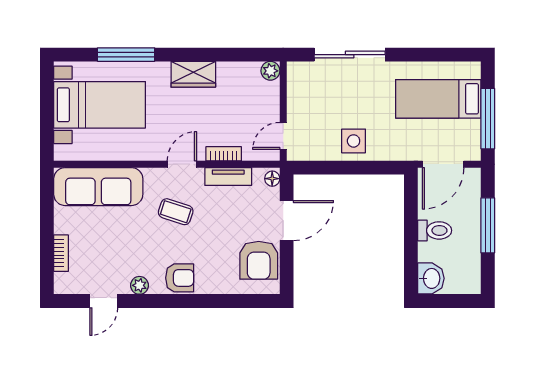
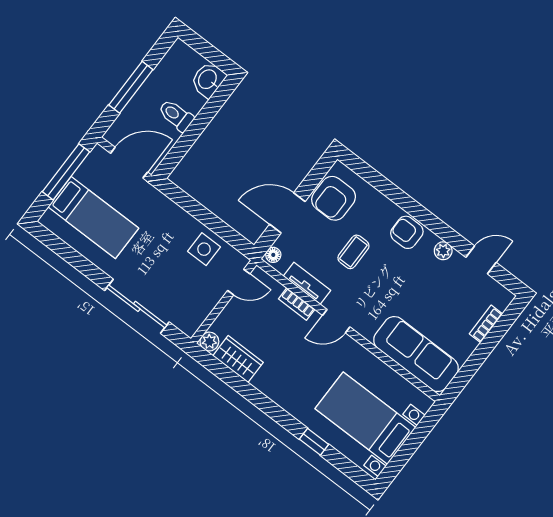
window: (126, 55) -> (314, 442), width x0.46
wardrobe: (193, 74) -> (238, 359), moved
side table: (354, 141) -> (204, 249), moved
coffee table: (176, 212) -> (353, 252), moved, turned 72
armchair: (259, 260) -> (334, 198), turned 180

